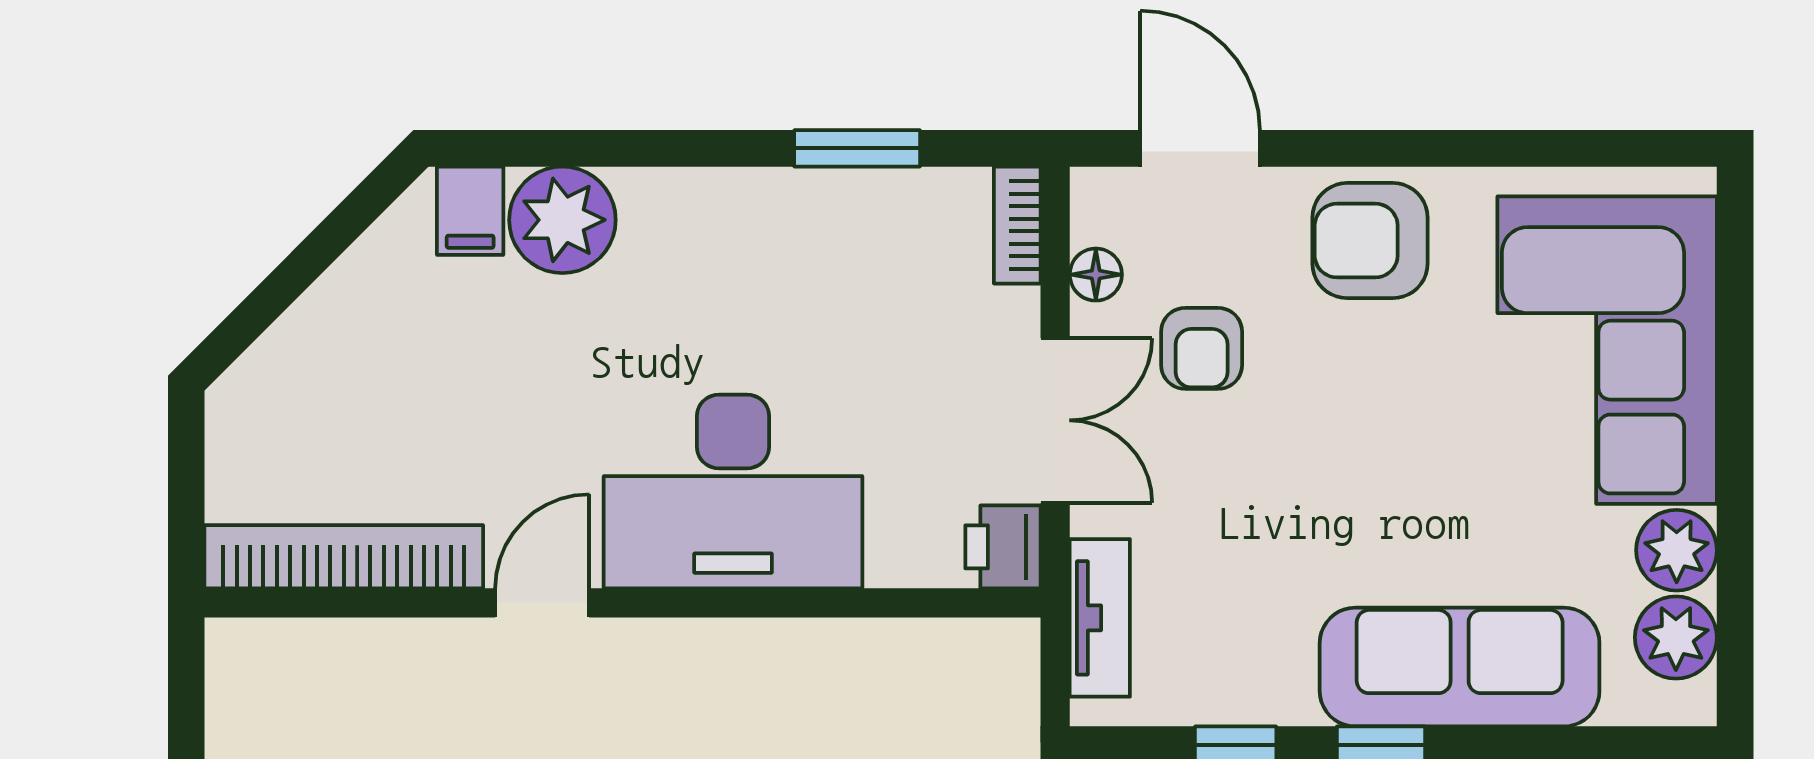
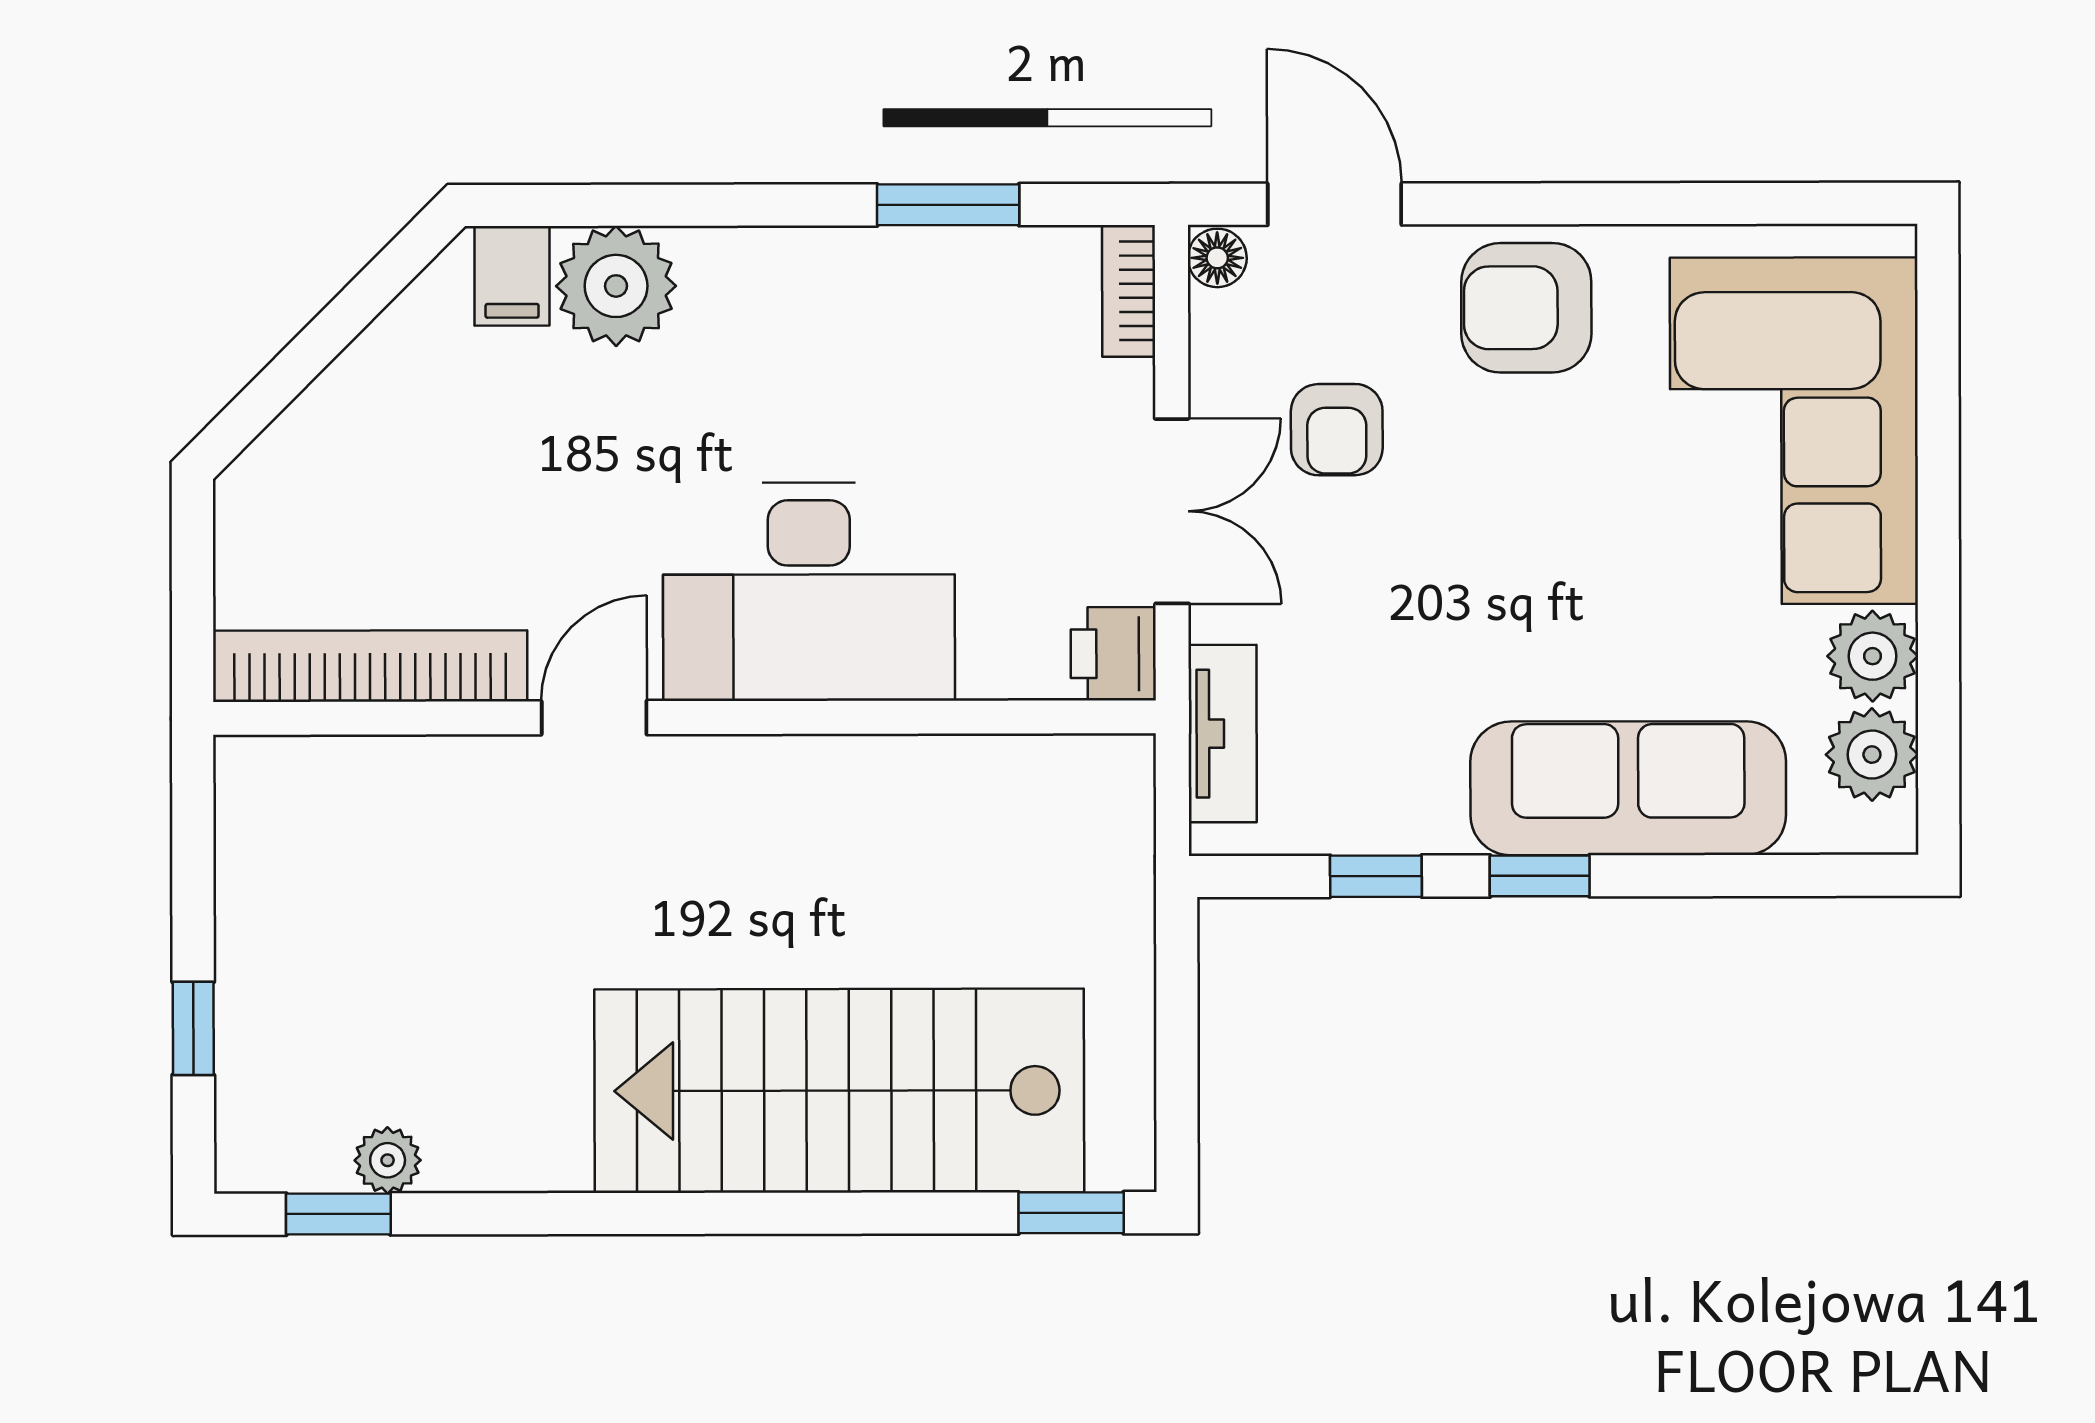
floor lamp: (1096, 275) -> (1217, 258), moved

